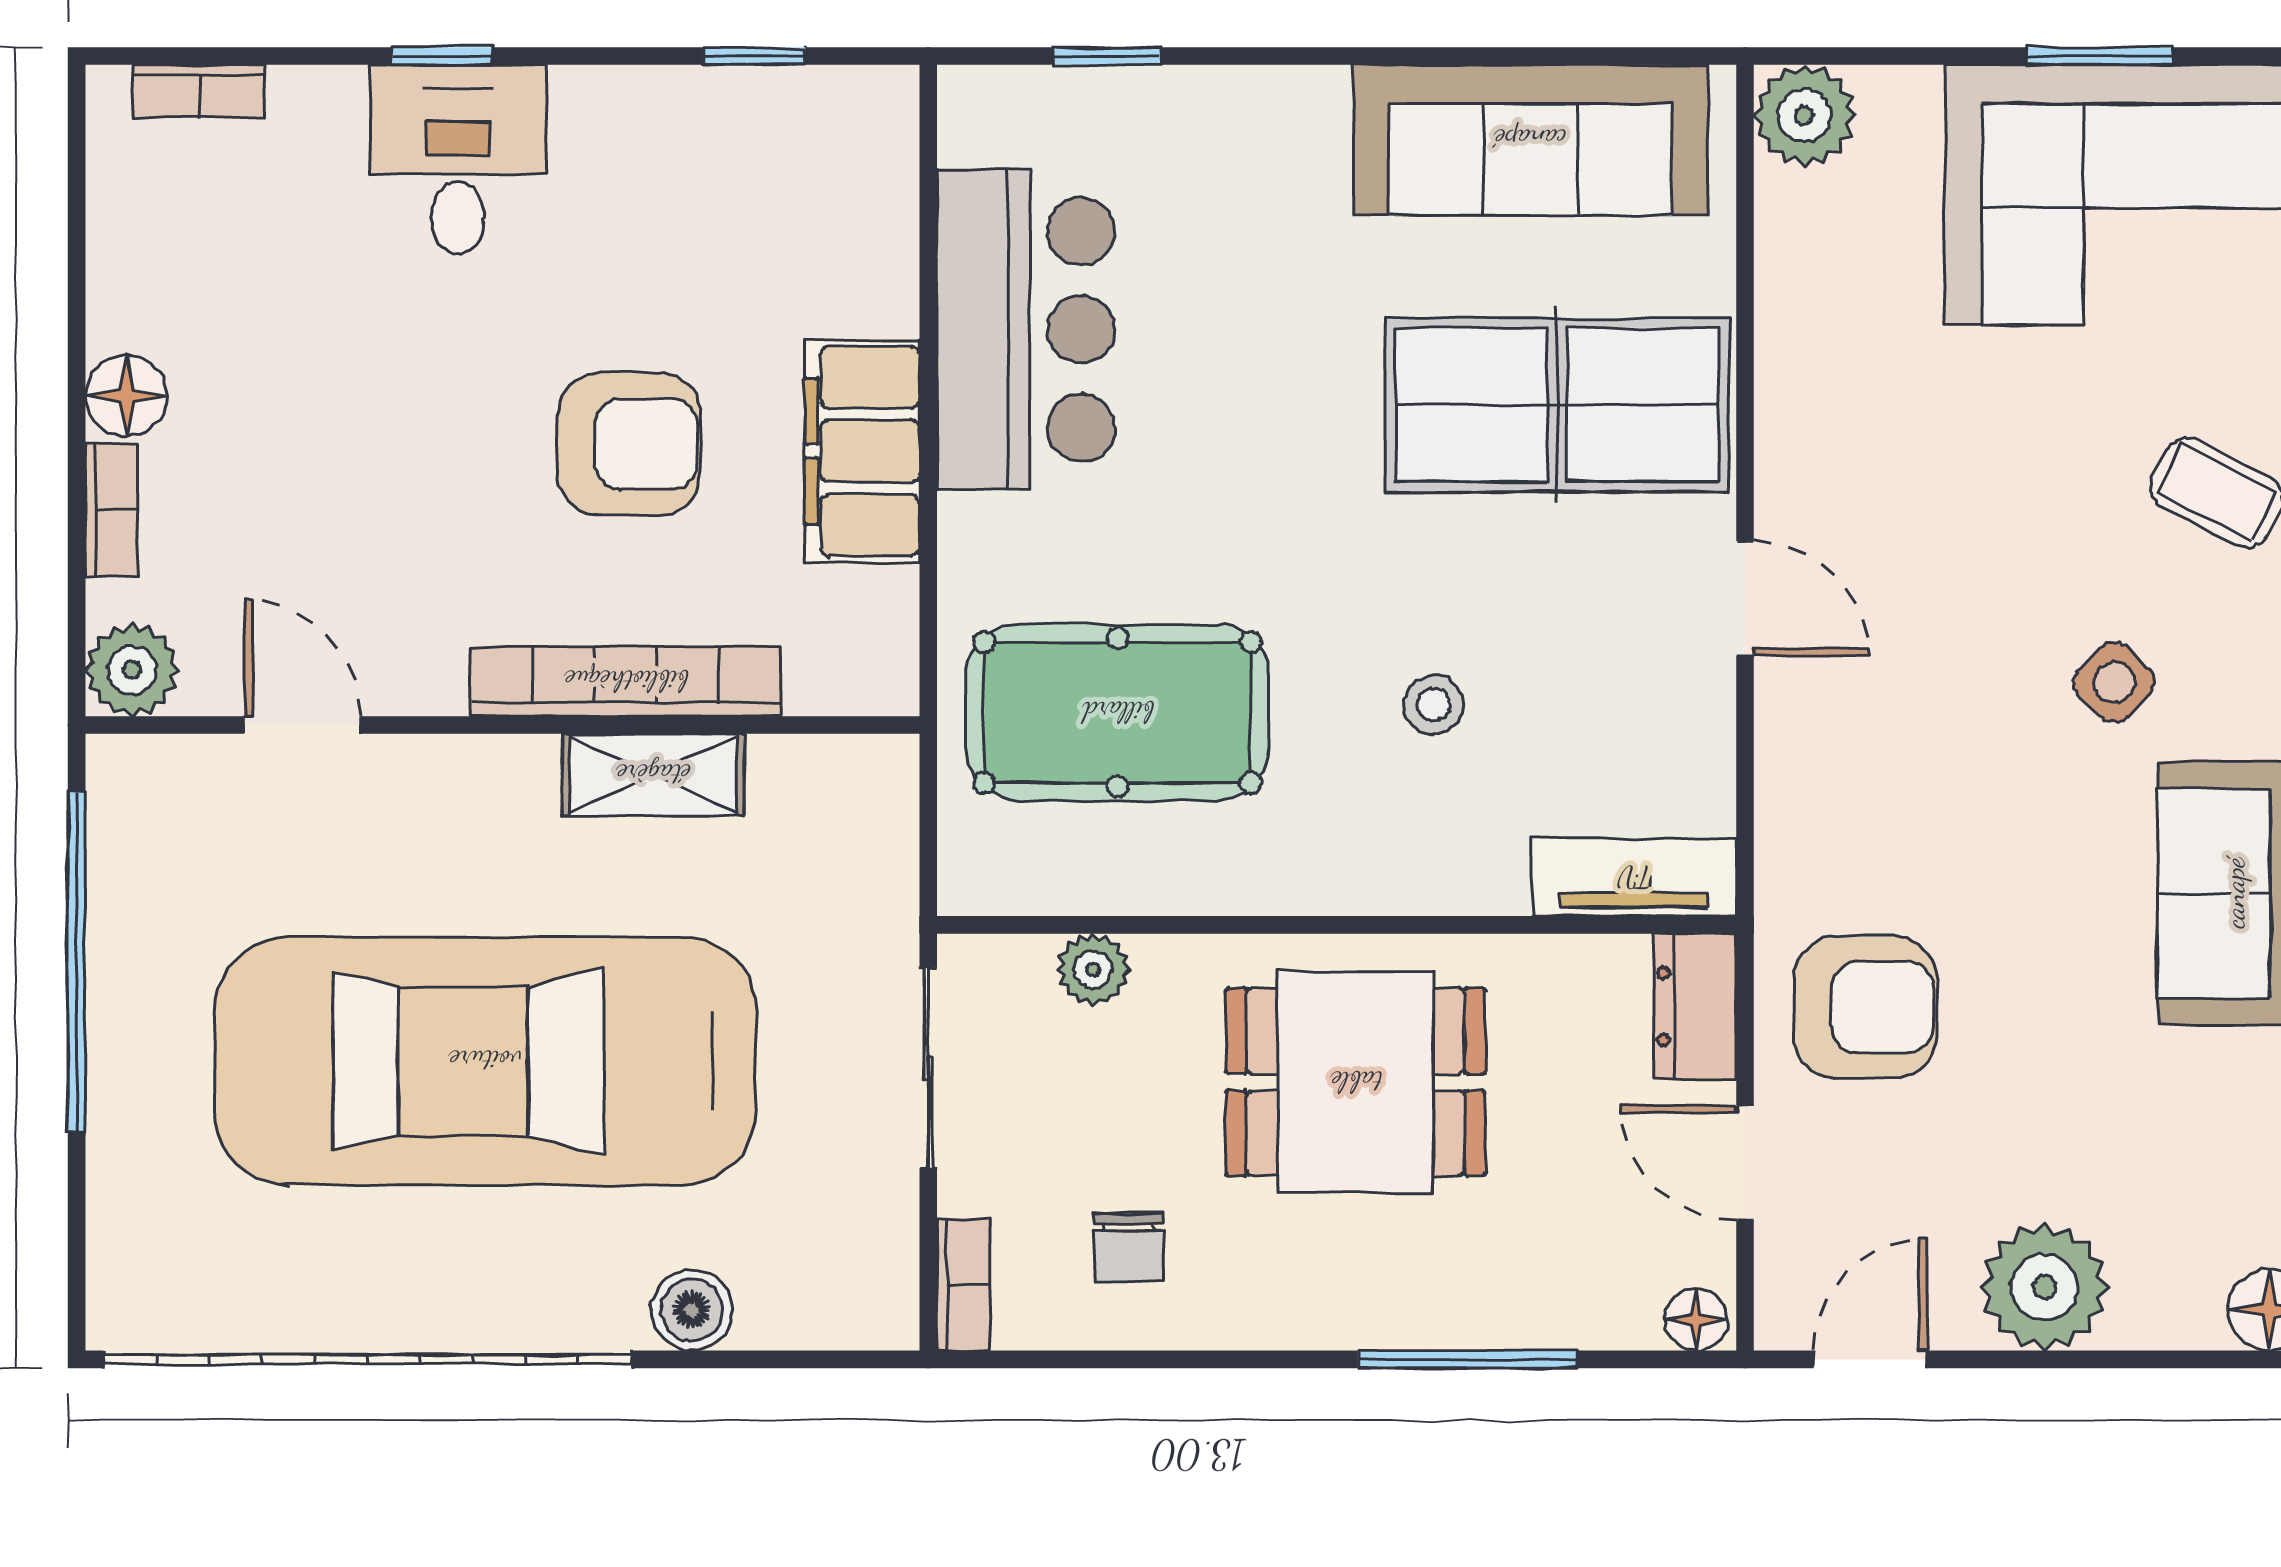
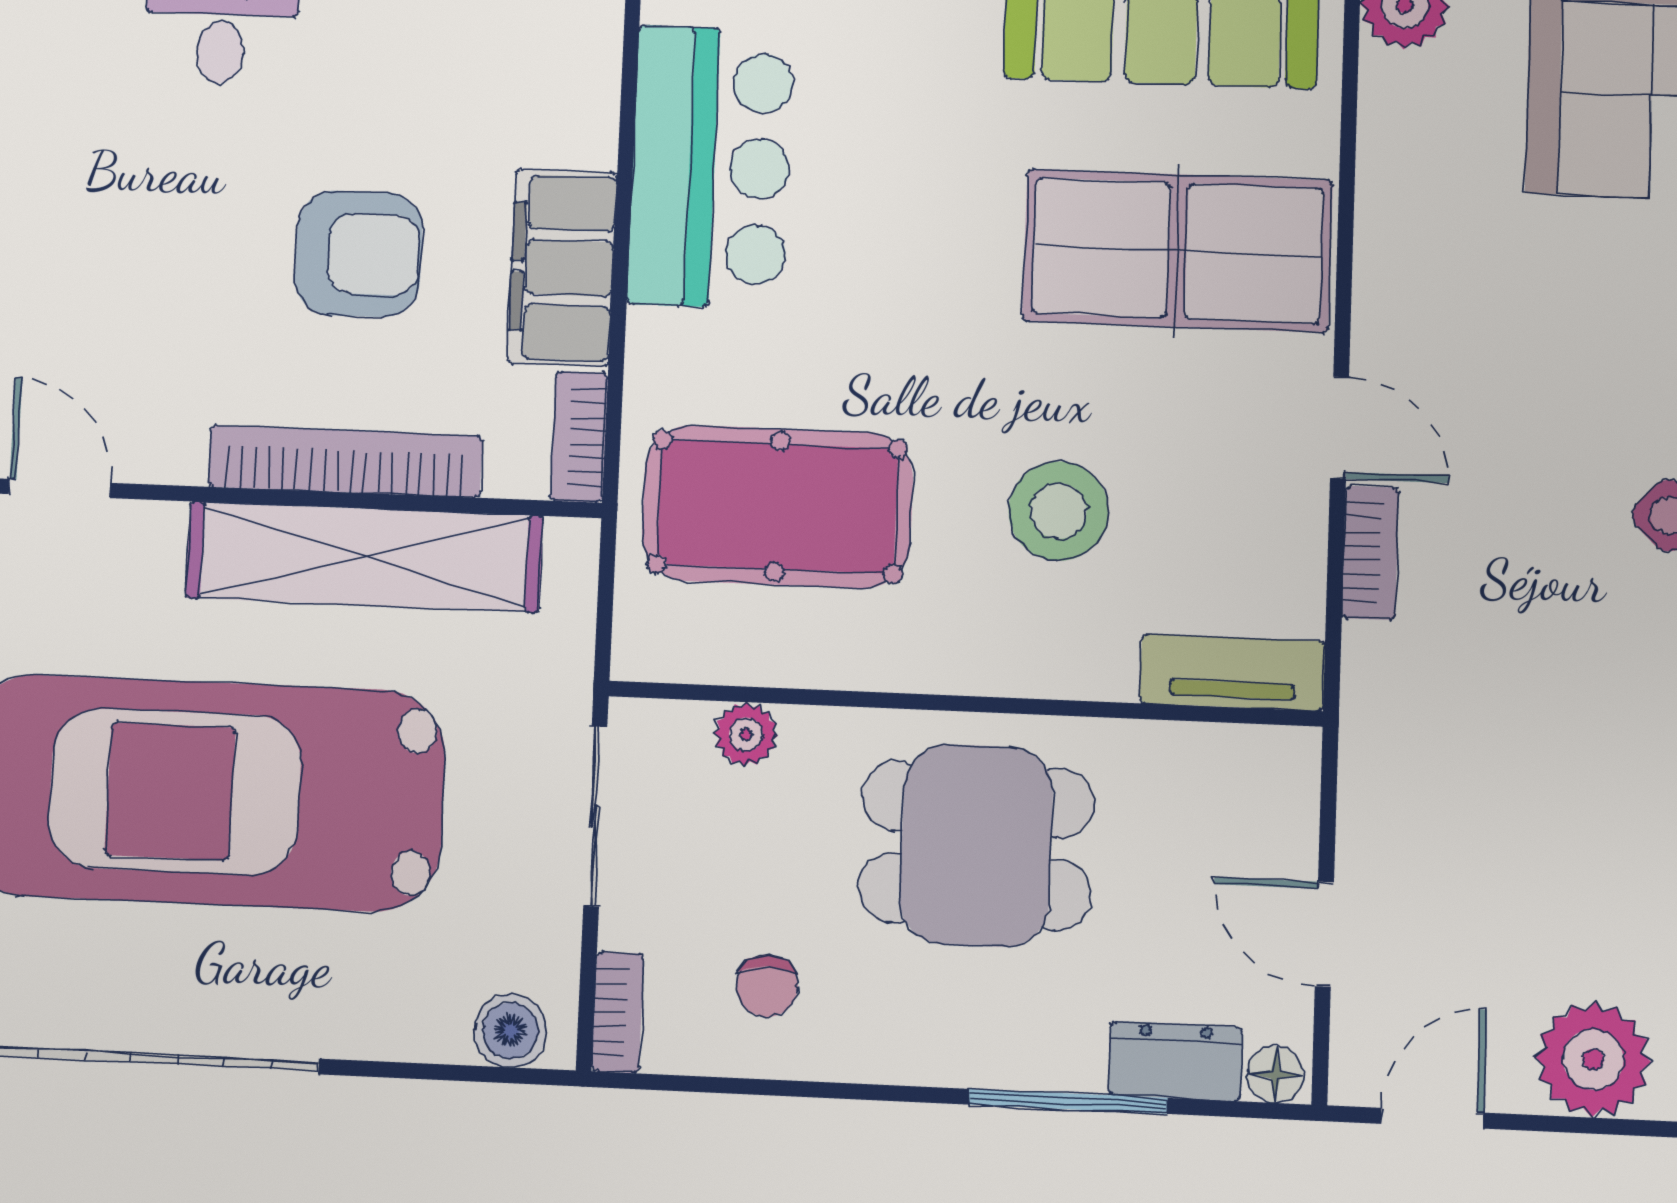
bookcase: (890, 643) -> (579, 437), added
stool: (1434, 705) -> (1058, 511), width x1.89, depth x1.89
bookcase: (1783, 737) -> (1370, 553), added
shelving: (653, 775) -> (364, 557), width x2.20, depth x1.33
dresser: (1695, 1006) -> (1175, 1061), moved, turned 90
armchair: (1865, 1007) -> (1437, 798), removed
boiler: (692, 1310) -> (510, 1031), moved

